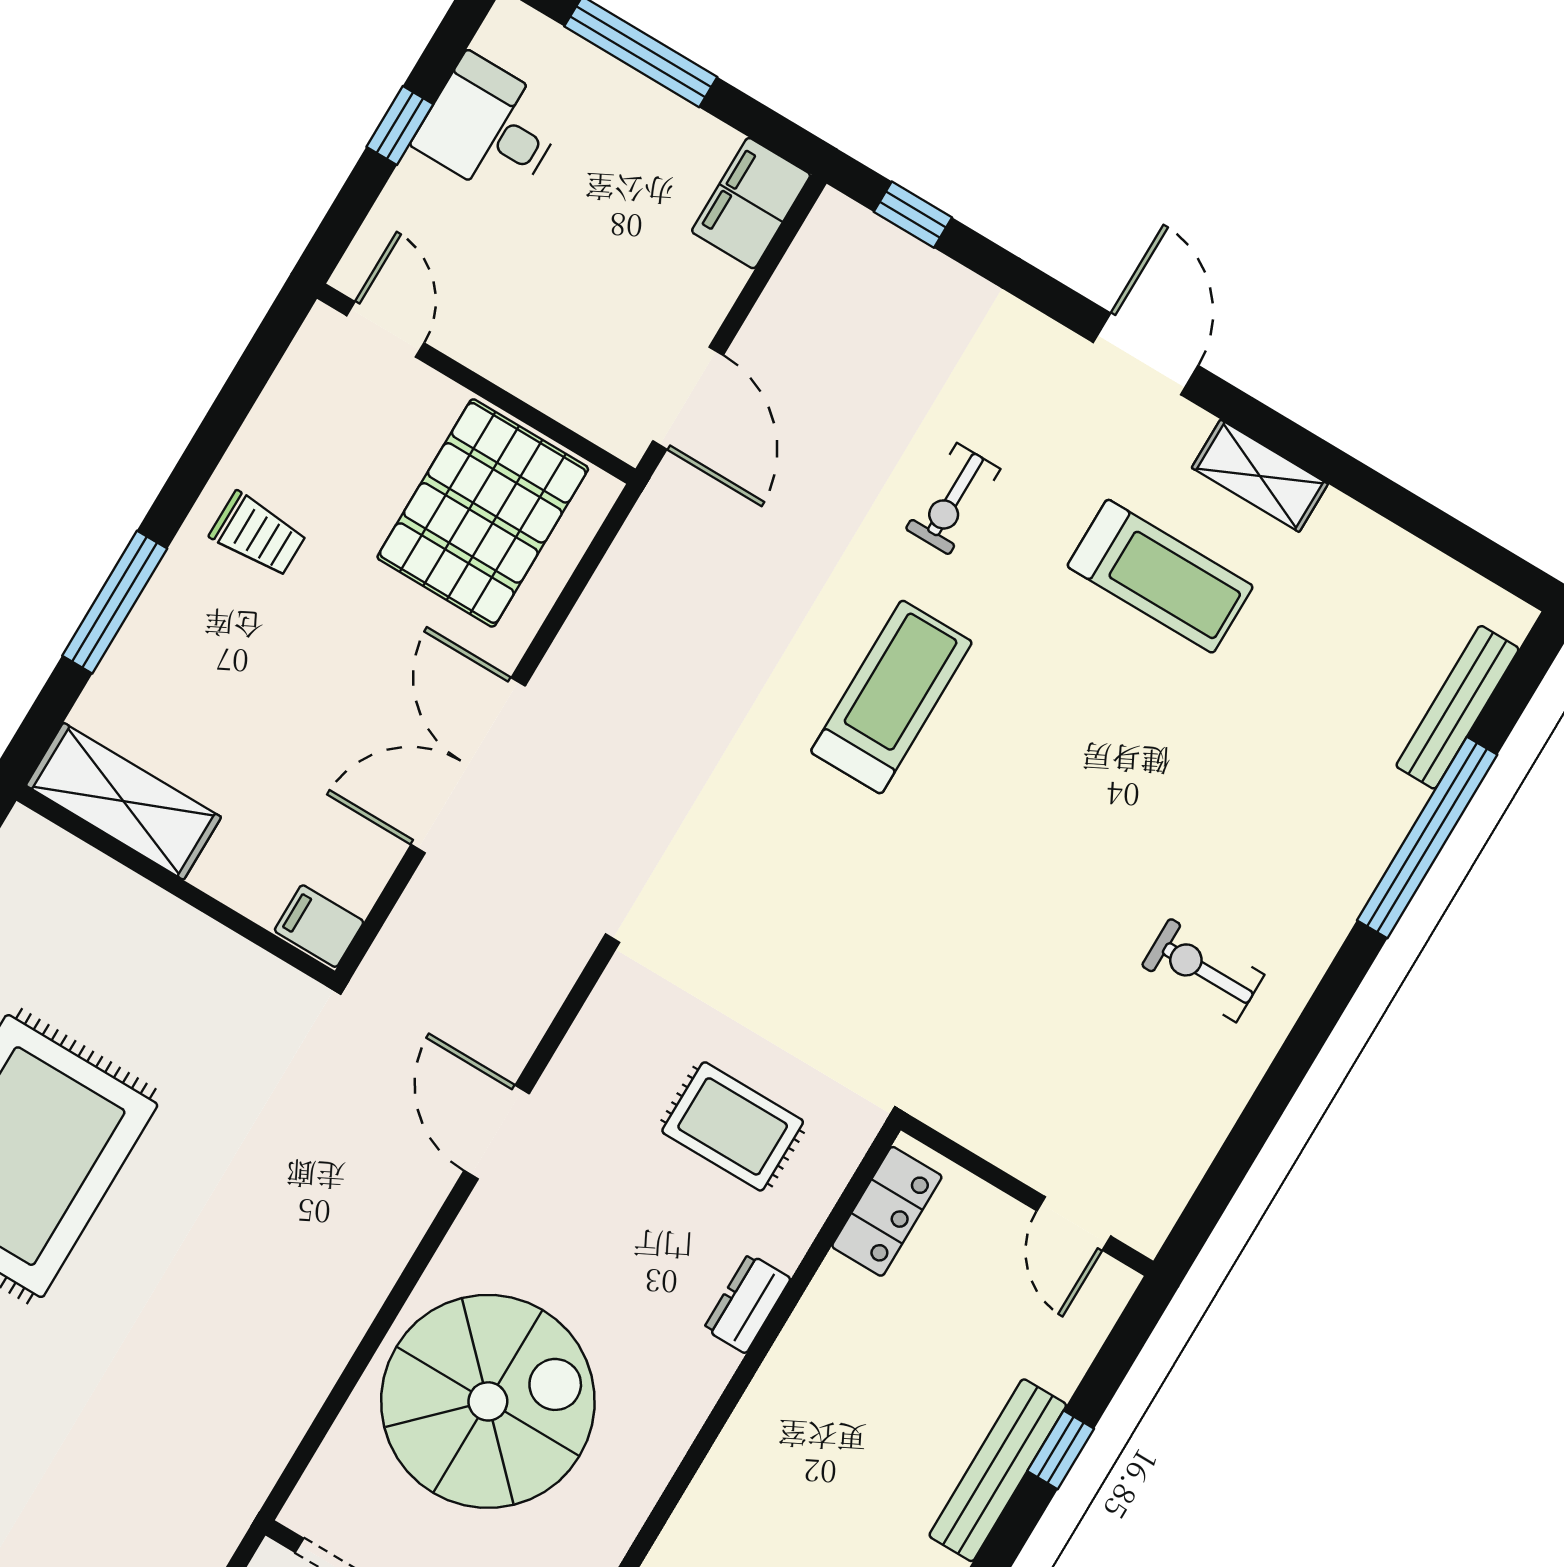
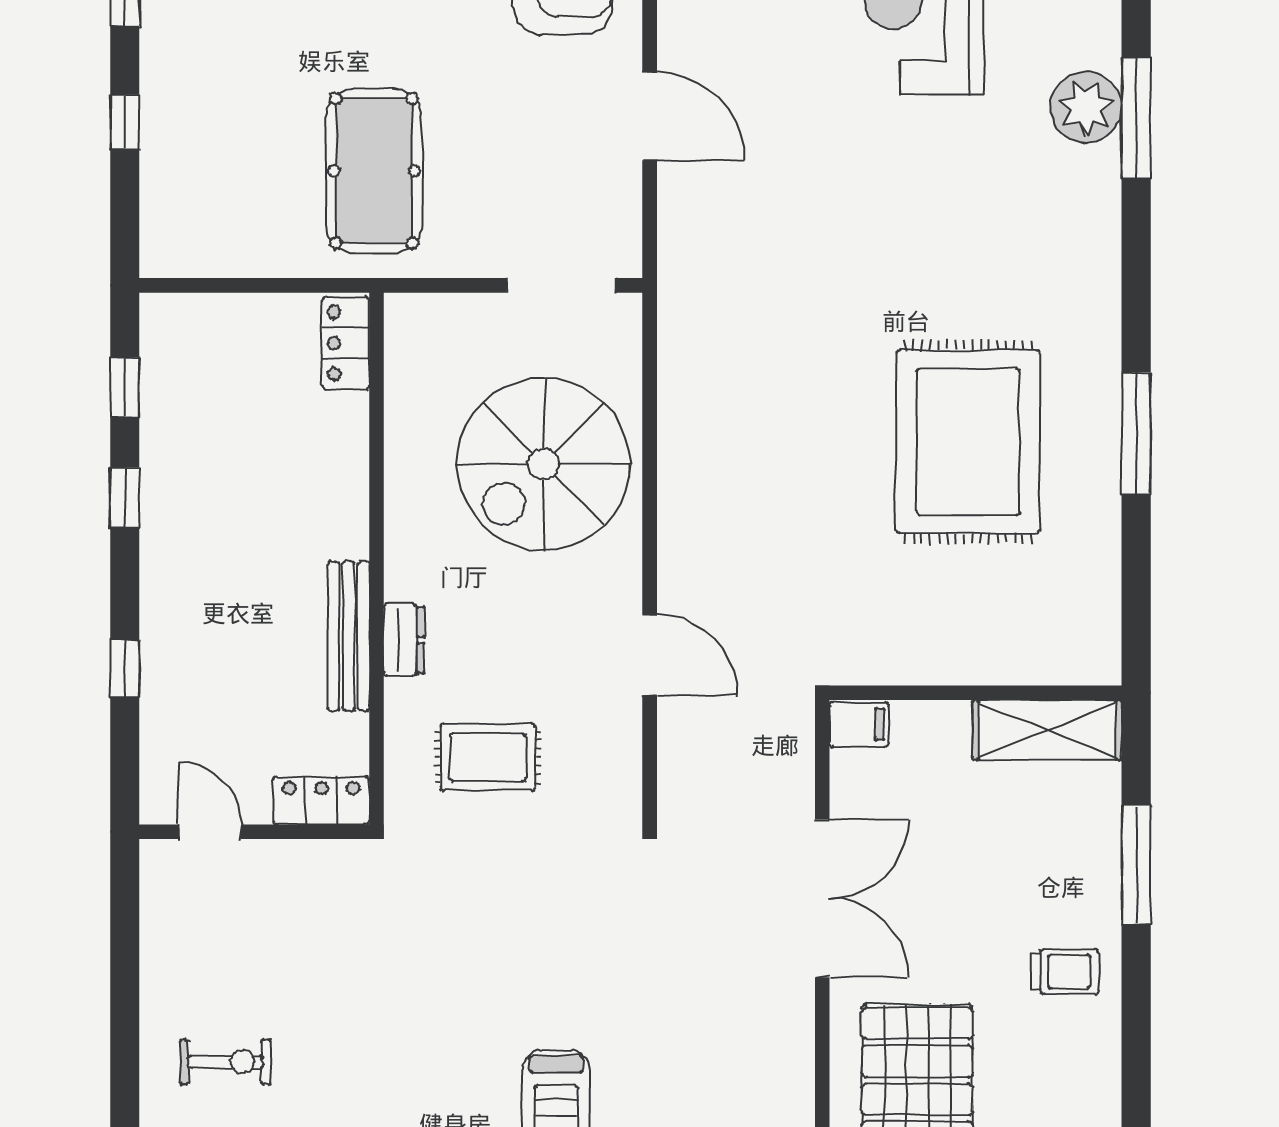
trolley: (258, 534) -> (1065, 972), turned 180
locker: (887, 1211) -> (321, 800), moved, turned 90
bench: (998, 1470) -> (348, 636), moved

